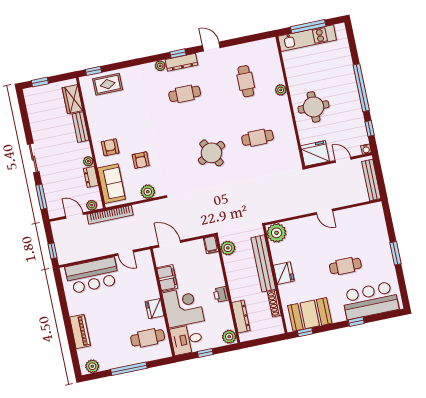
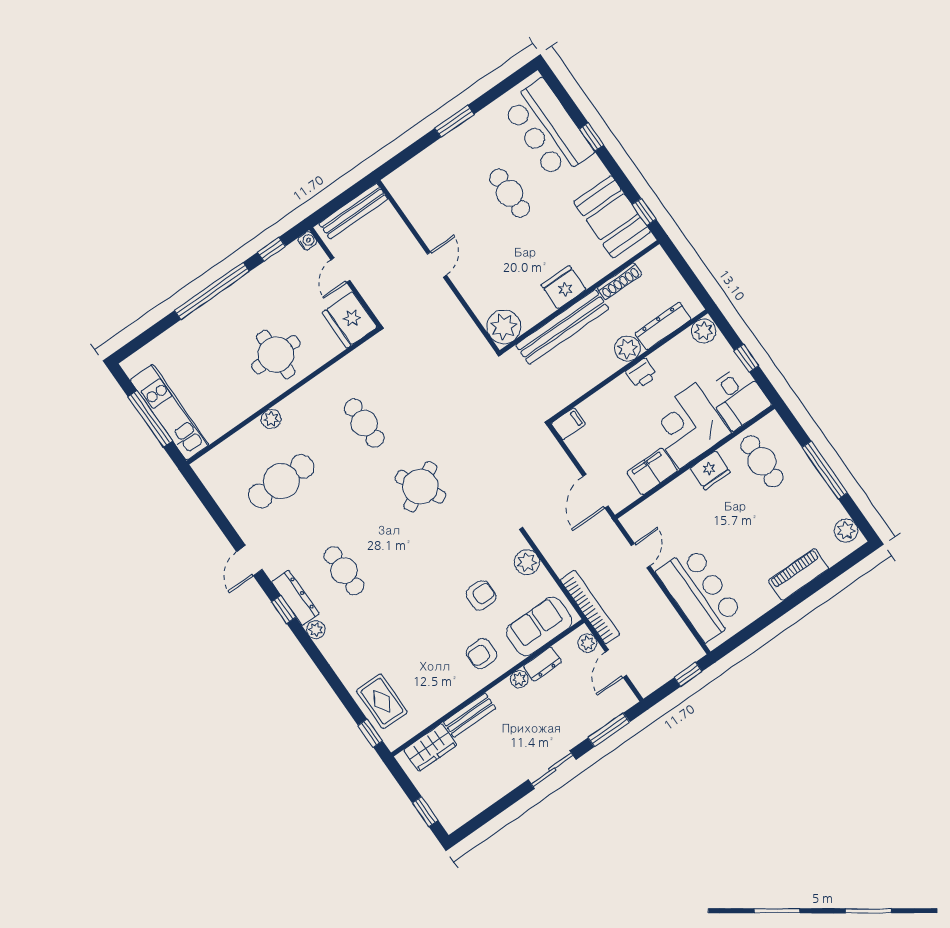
cafe table: (246, 81) -> (281, 481), width x1.37, depth x1.35
plant: (228, 248) -> (627, 349), moved

